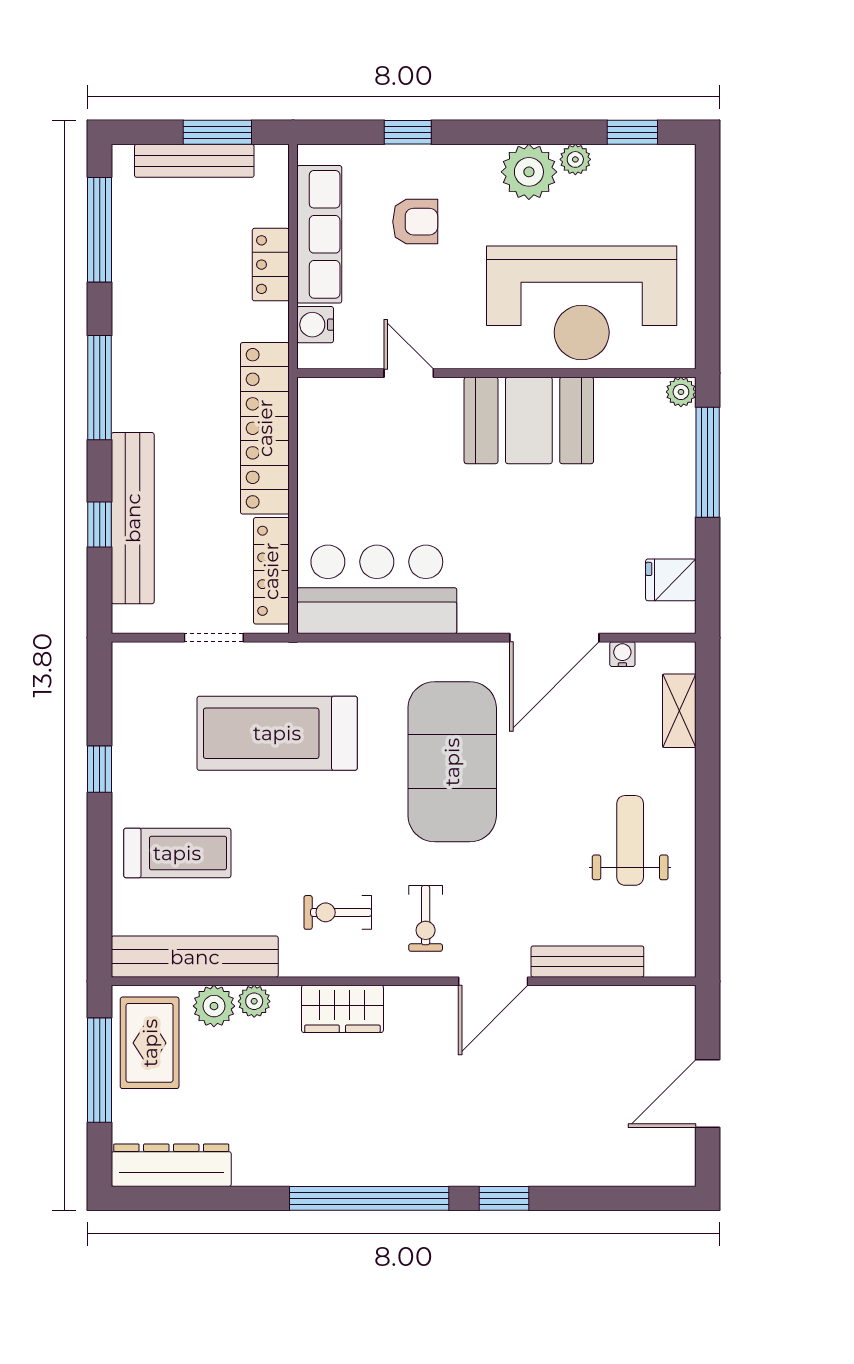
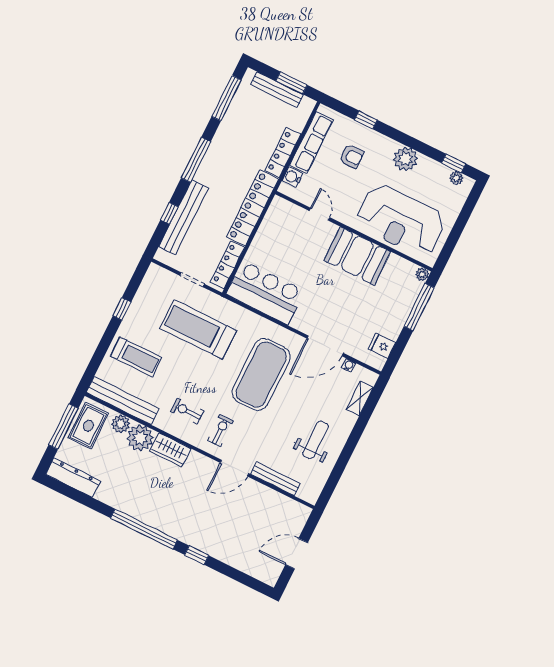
plant: (575, 159) -> (456, 178), moved
locker: (271, 265) -> (283, 152), width x1.53
exercise bike: (426, 918) -> (220, 431), turned 180
plant: (254, 1001) -> (140, 438), width x1.88, depth x1.88

